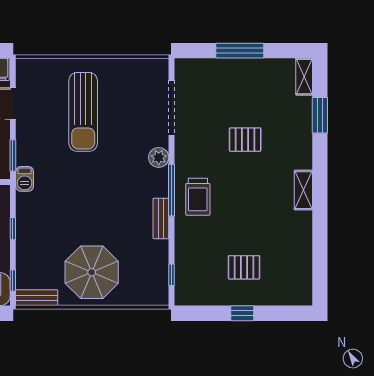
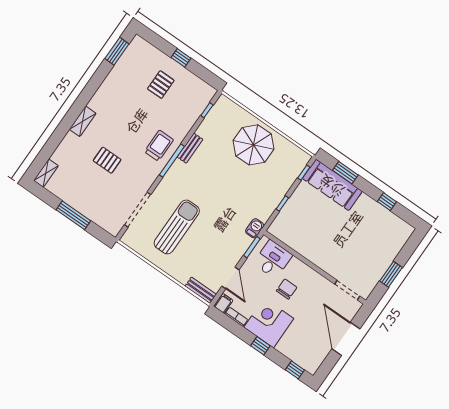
sun lounger: (83, 112) -> (177, 227), moved
window: (320, 115) -> (117, 51), moved
plant: (159, 157) -> (166, 185), removed
shelving: (303, 190) -> (83, 121), moved
pallet: (244, 267) -> (161, 85), turned 90
bench: (37, 298) -> (201, 290), moved

